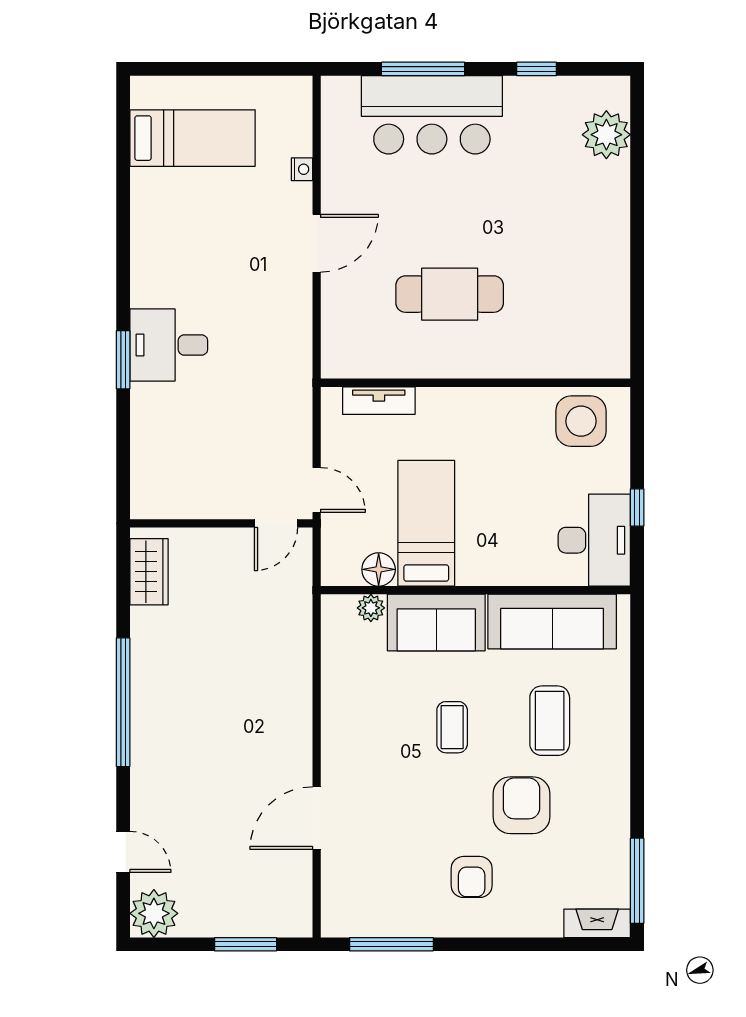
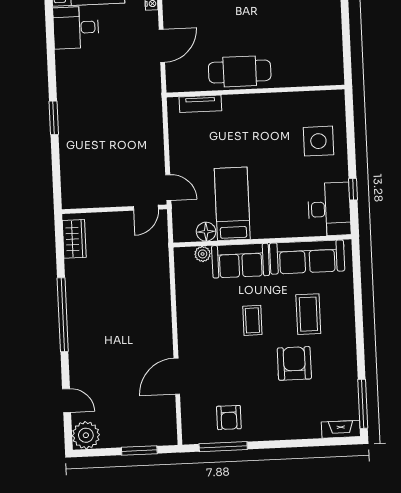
desk: (169, 345) -> (76, 28), moved
wall: (476, 383) -> (255, 91), moved
tv unit: (379, 401) -> (200, 104), moved
armchair: (472, 877) -> (229, 418), moved

